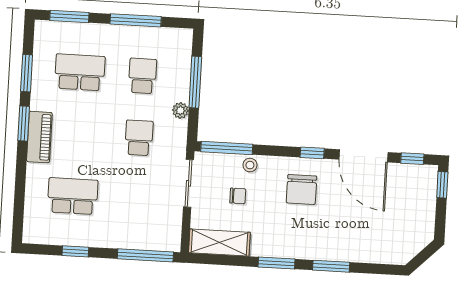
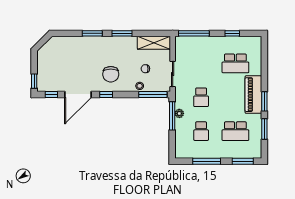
window: (195, 82) -> (172, 116), moved
piano: (39, 137) -> (253, 95), width x1.37, depth x1.33
door: (363, 156) -> (78, 94), swing flipped
chair: (302, 189) -> (111, 74), turned 180

